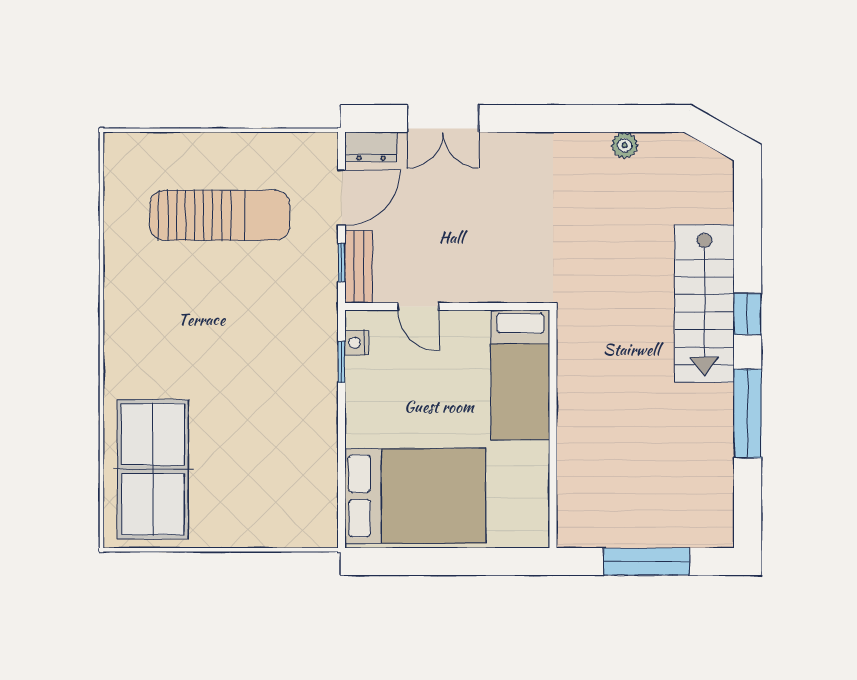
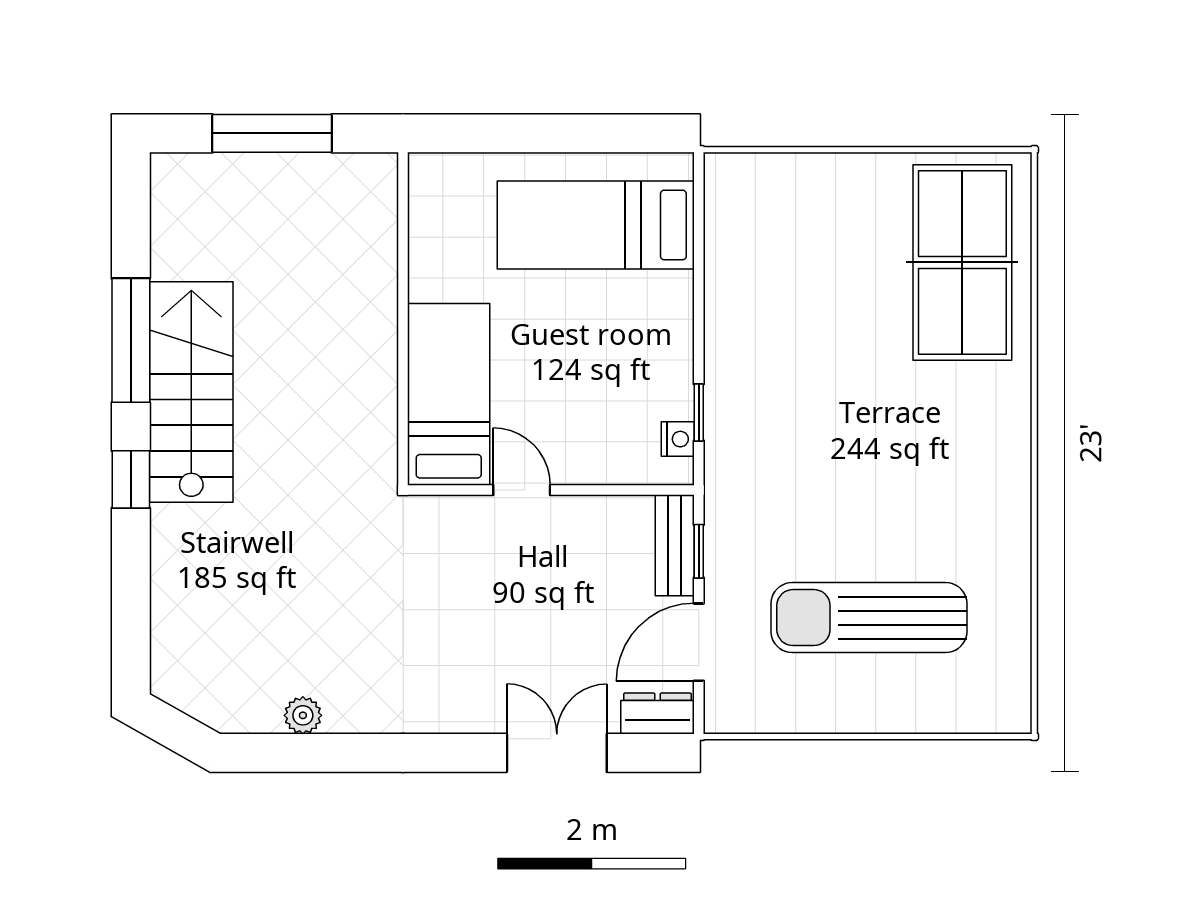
stairs: (704, 304) -> (191, 392), moved
door: (418, 306) -> (522, 490), moved
bed: (415, 496) -> (596, 225), width x0.67

